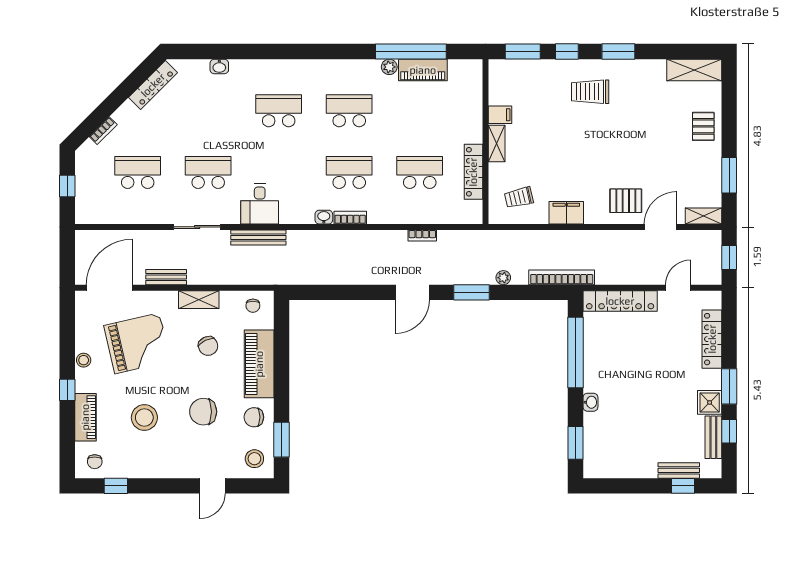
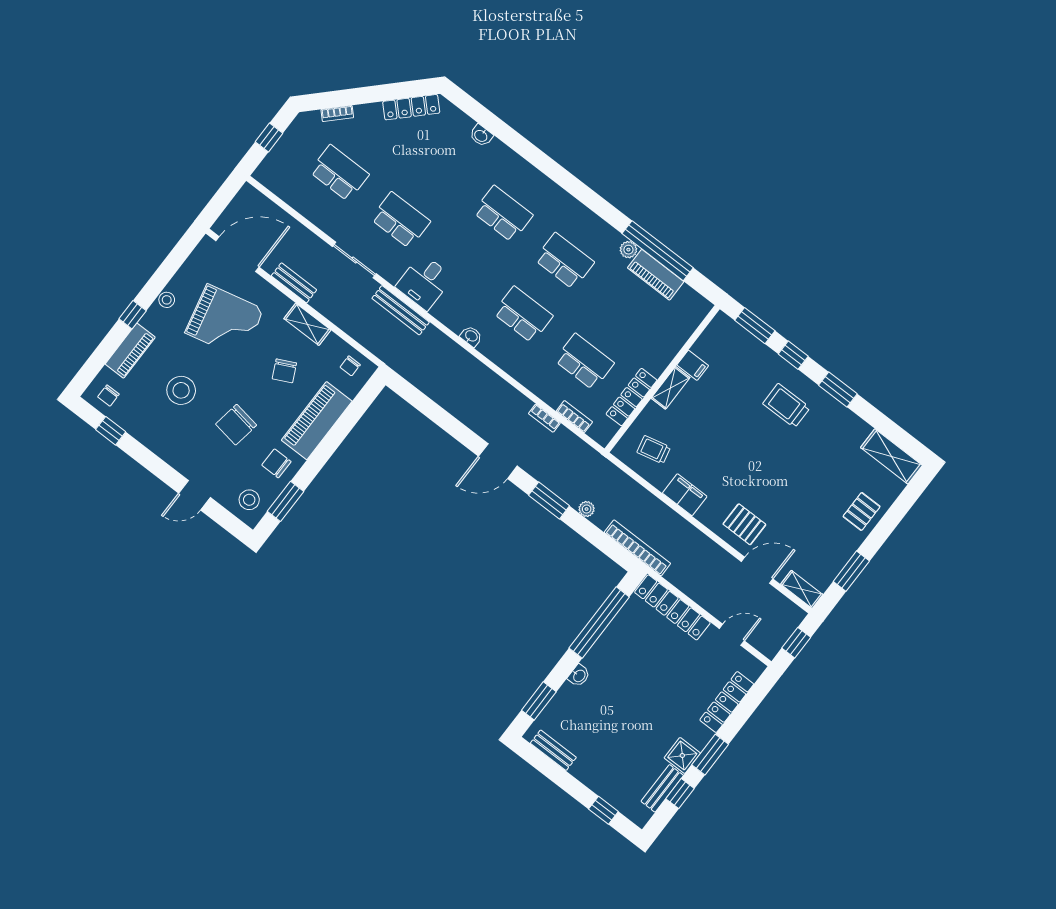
bookcase: (350, 218) -> (574, 417), moved
chair: (203, 412) -> (236, 425), turned -81
bench: (679, 470) -> (553, 750), moved

